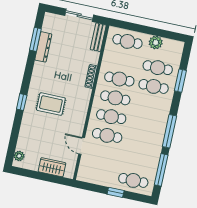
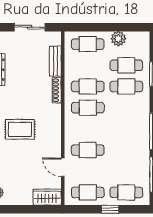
bench: (98, 37) -> (55, 61), moved
cafe table: (111, 117) -> (88, 192), moved
wardrobe: (52, 167) -> (47, 197), moved

